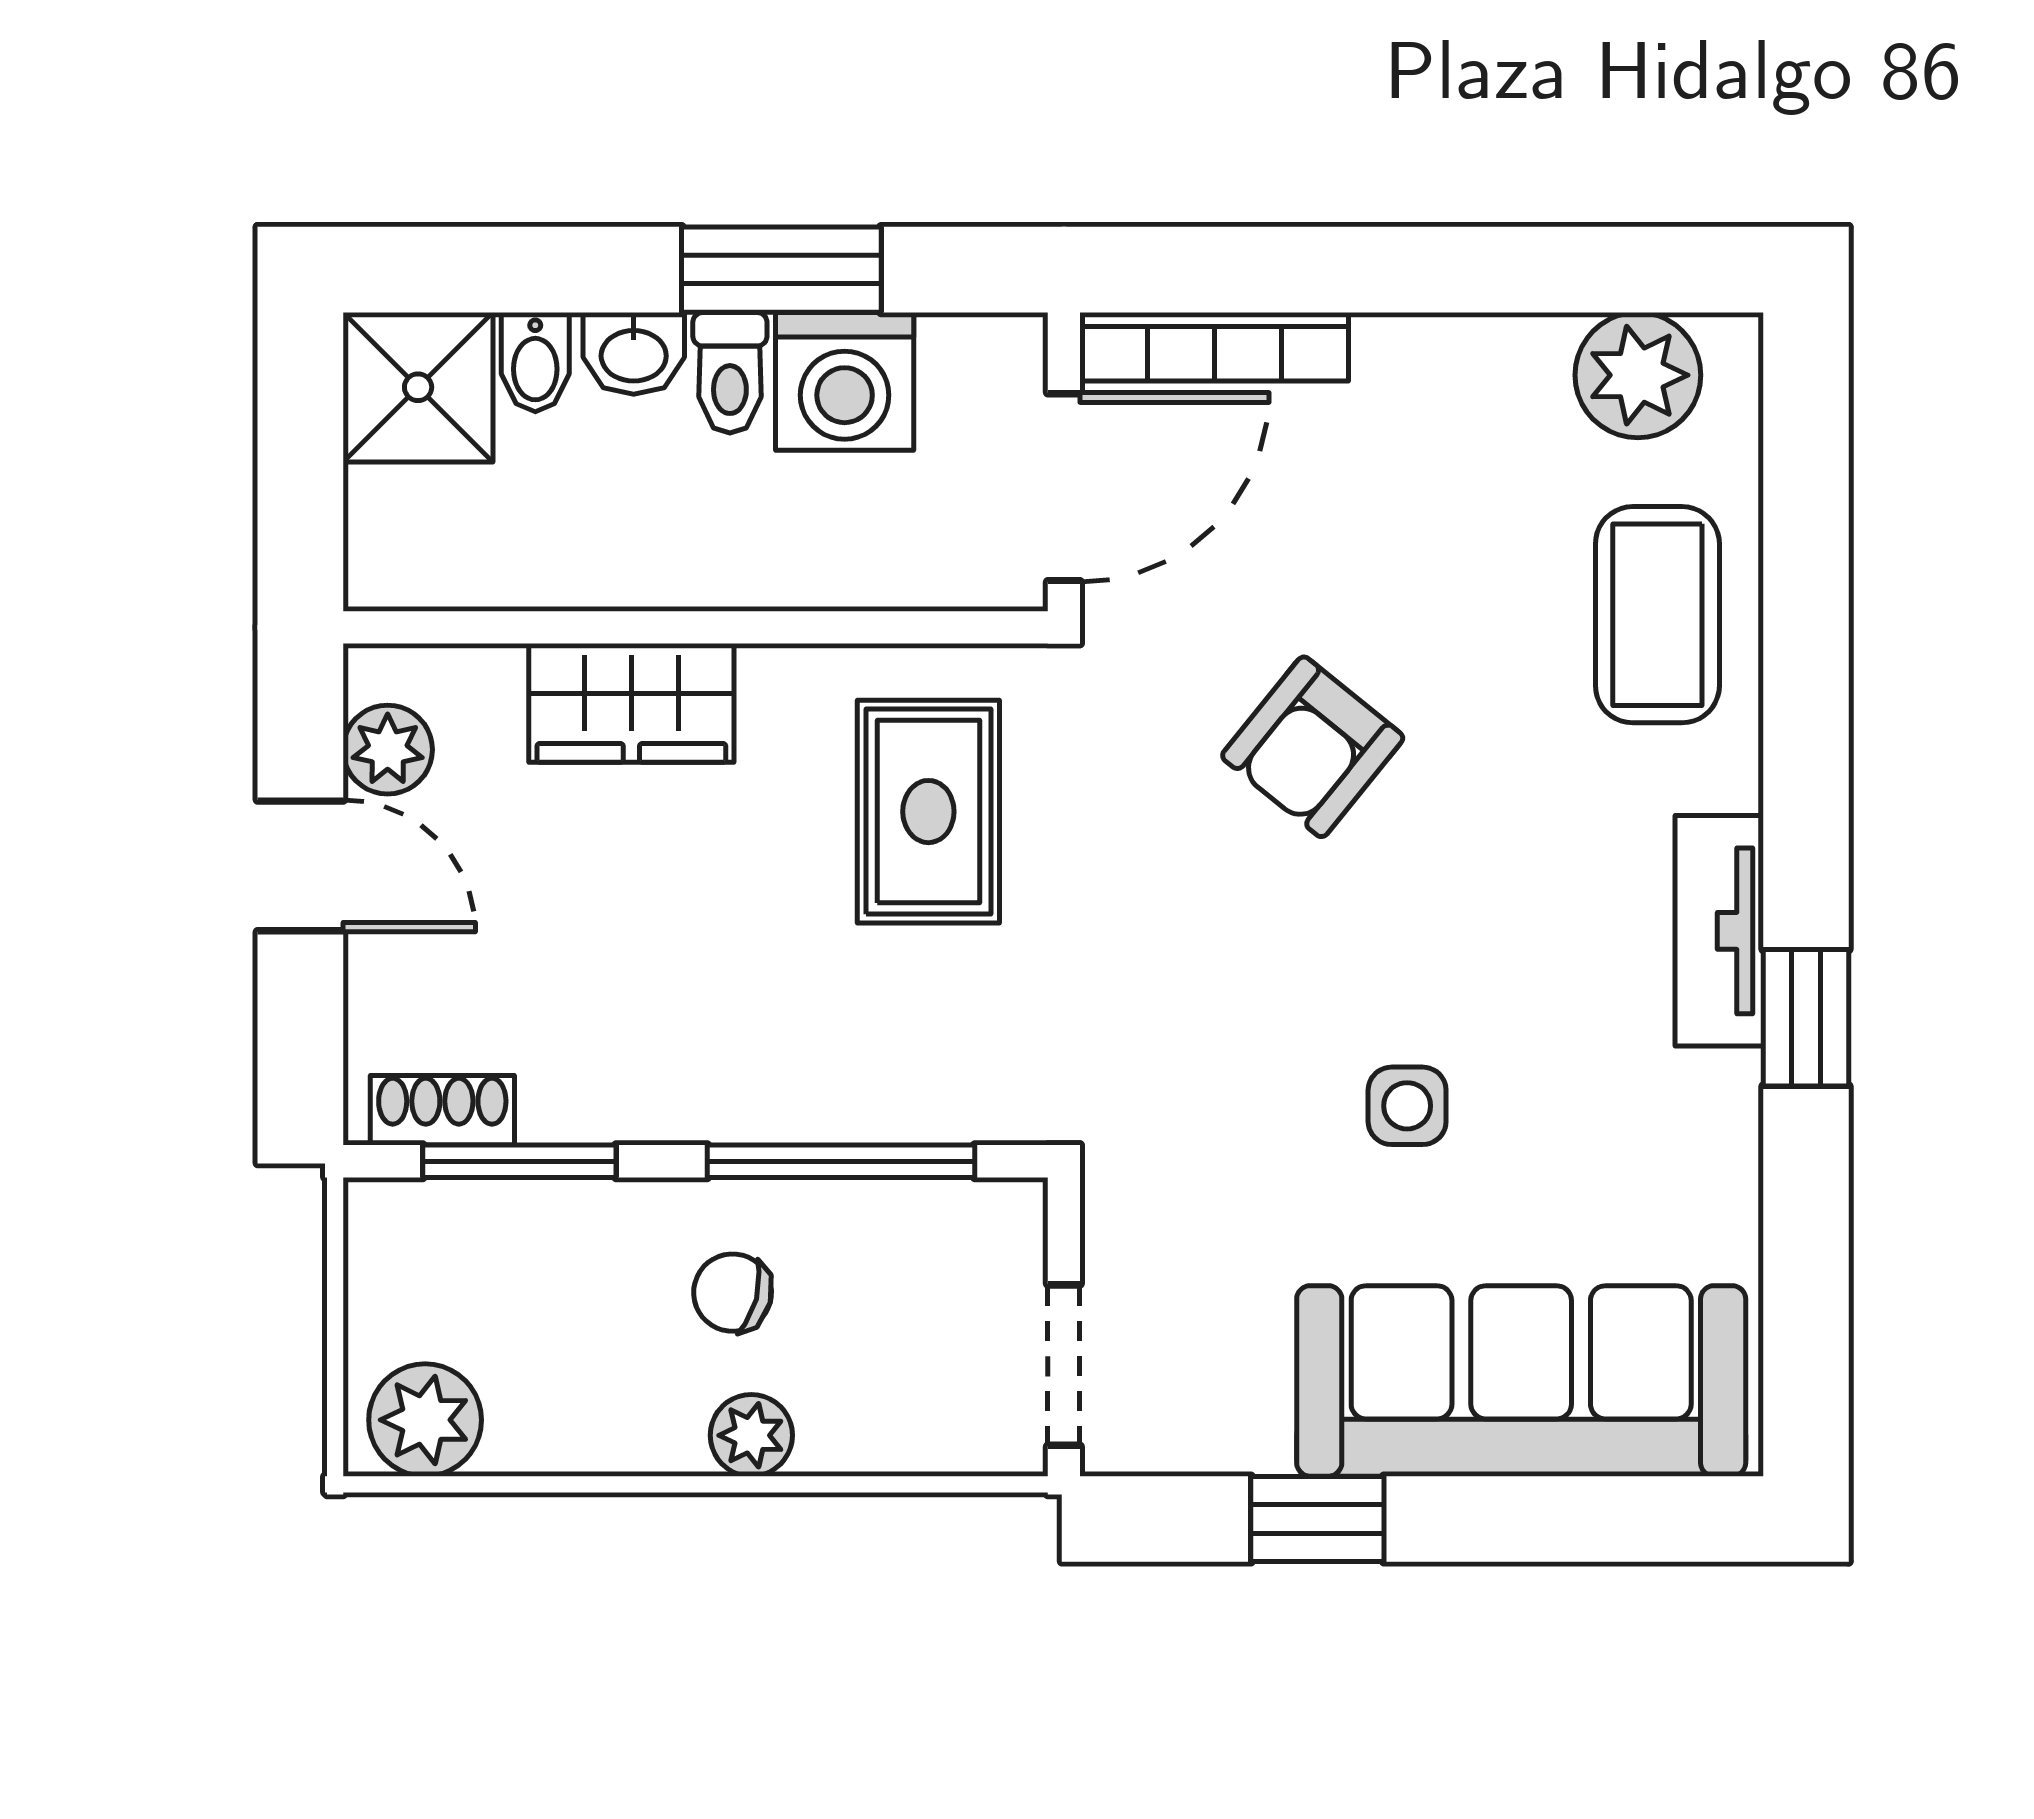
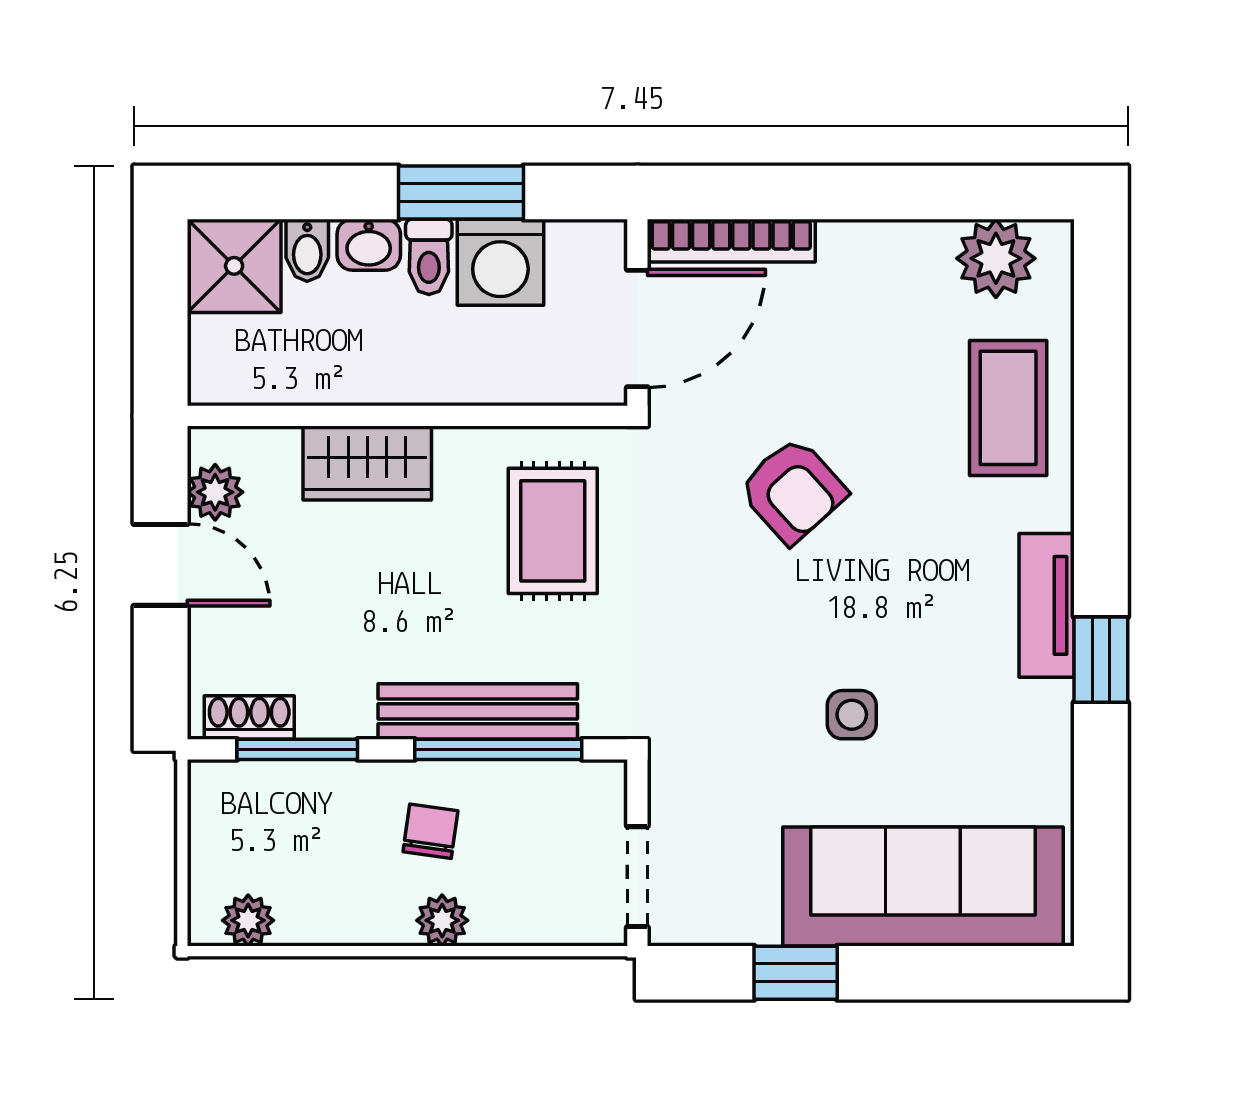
armchair: (1313, 747) -> (793, 490), turned -81
bench: (808, 1101) -> (478, 711), added
chair: (733, 1293) -> (430, 831), turned 83
plant: (425, 1420) -> (248, 920), width x0.73, depth x0.73

